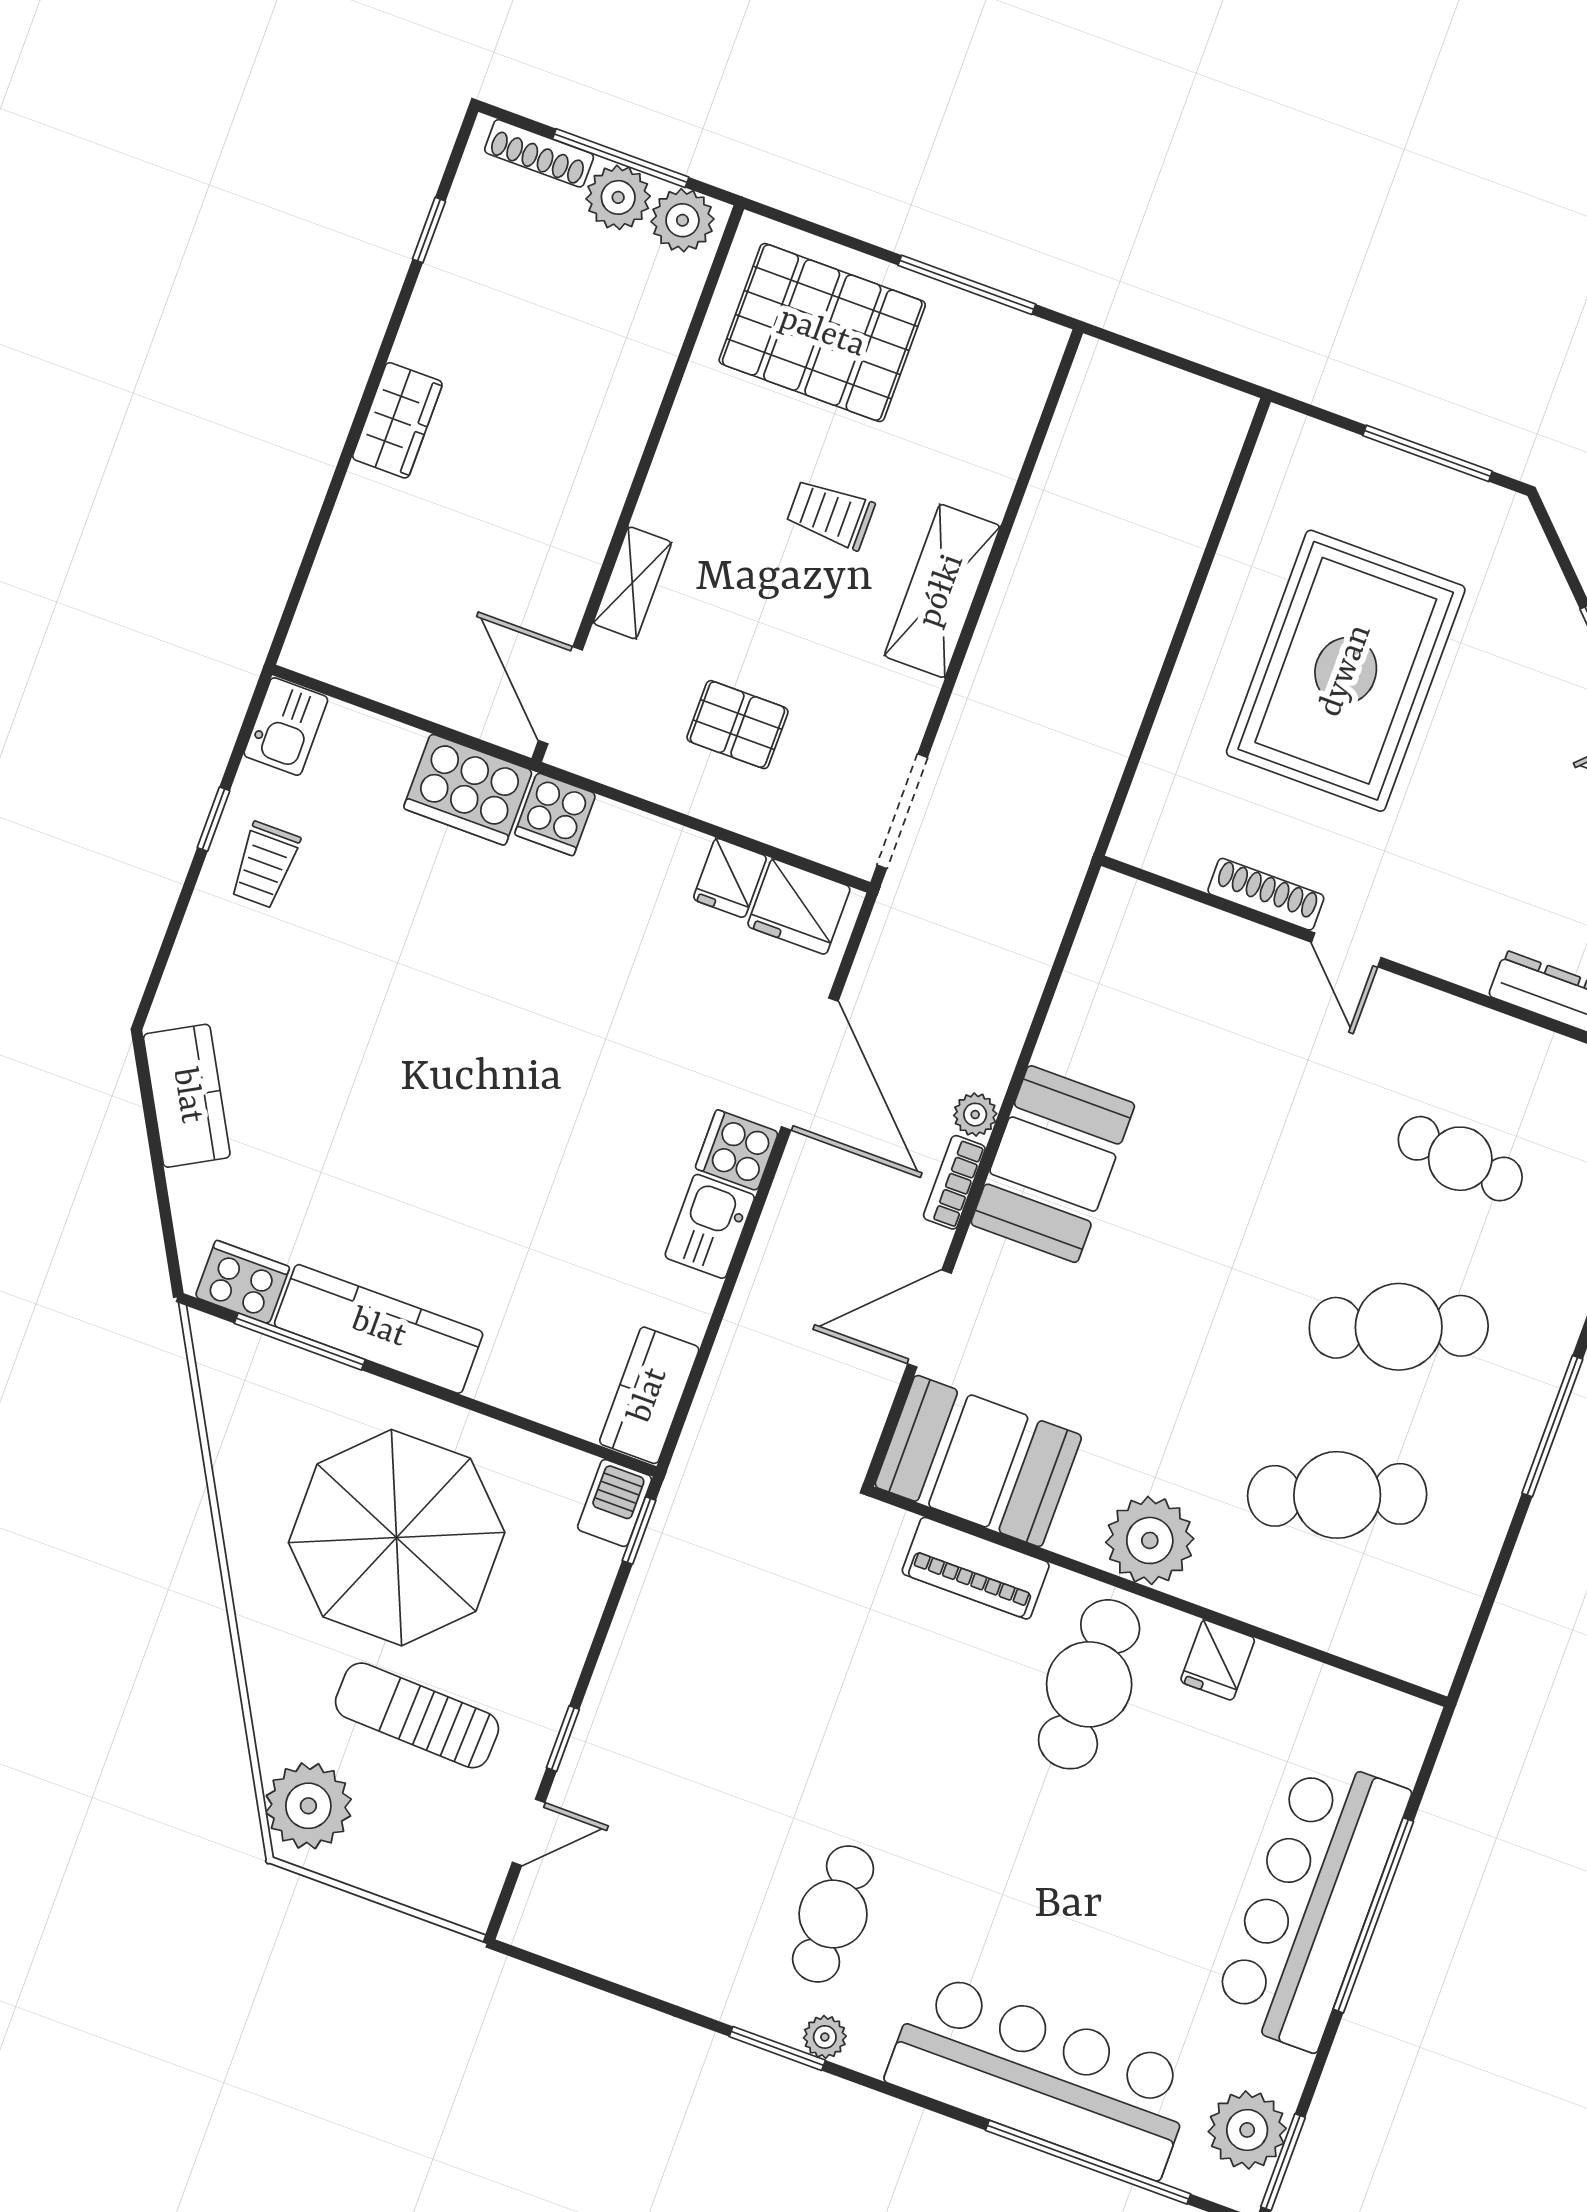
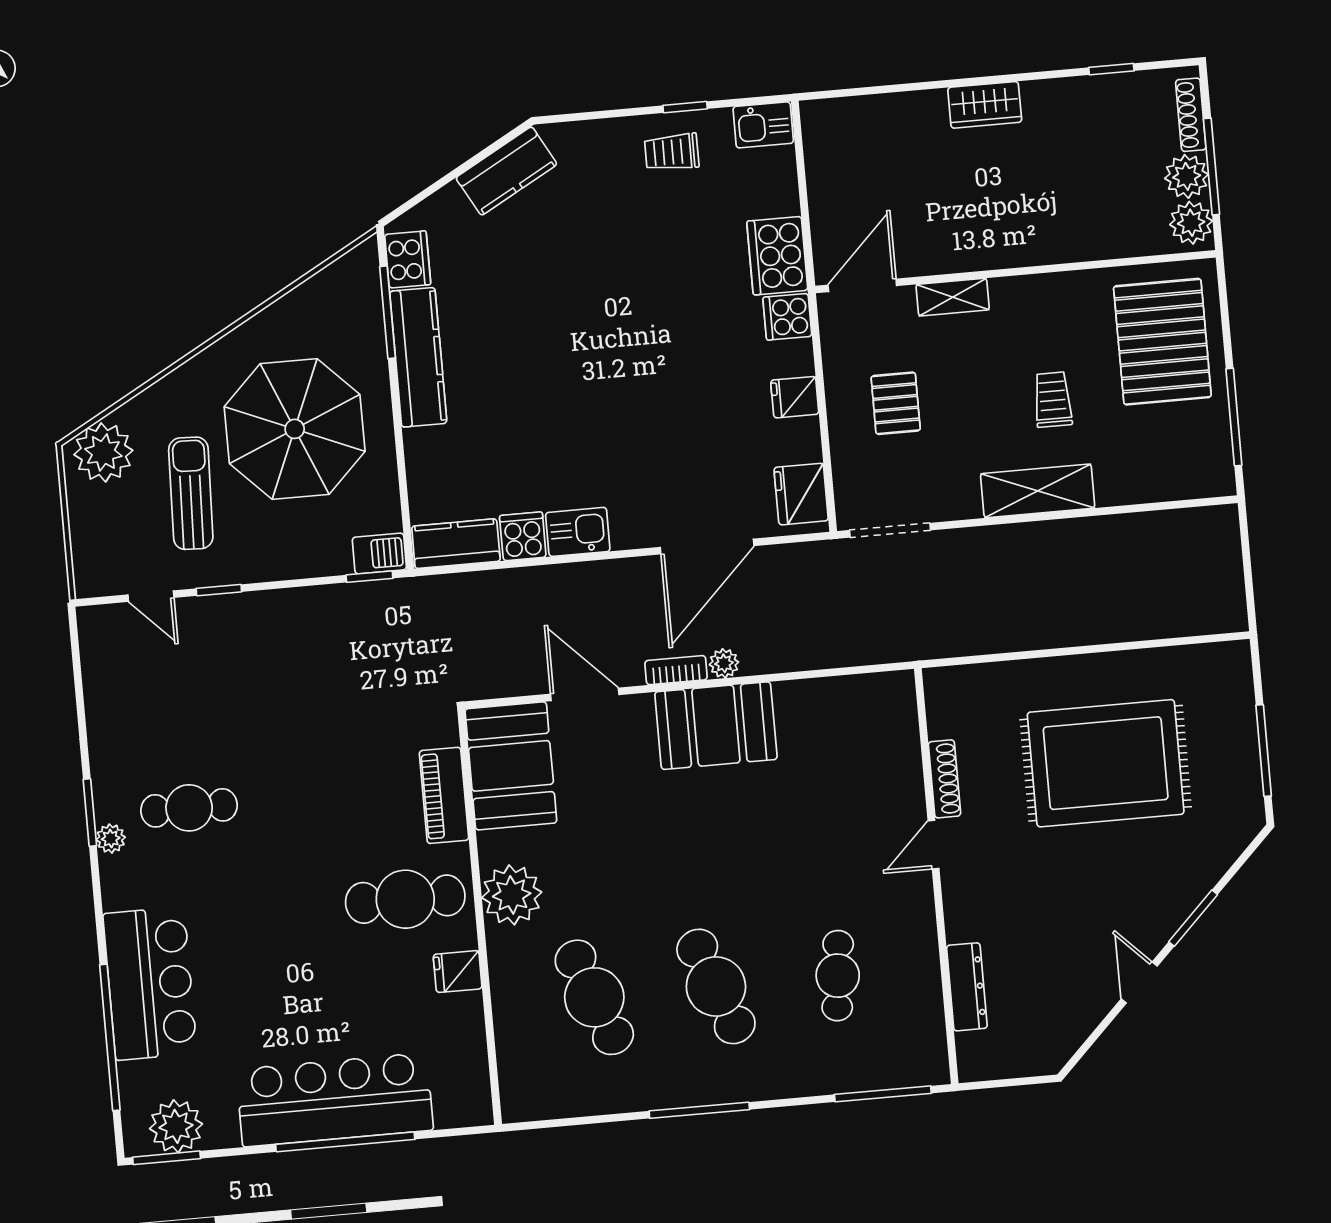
fridge: (730, 878) -> (795, 397), moved
cooker: (737, 1150) -> (523, 536), moved
bar counter: (1042, 2075) -> (150, 984), width x0.73

